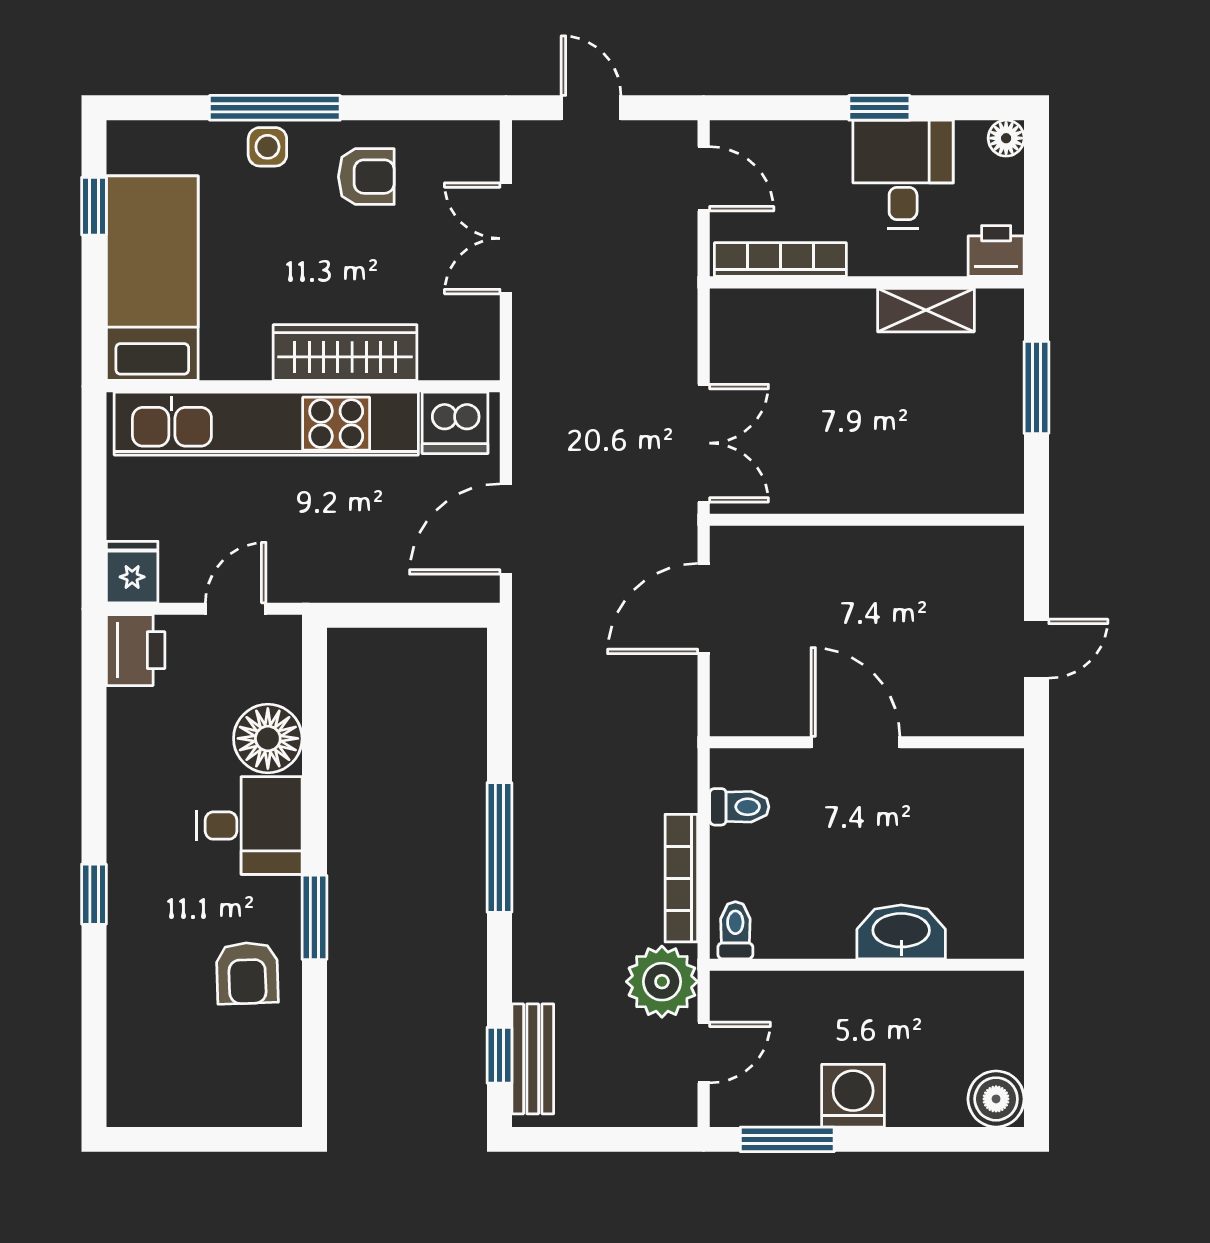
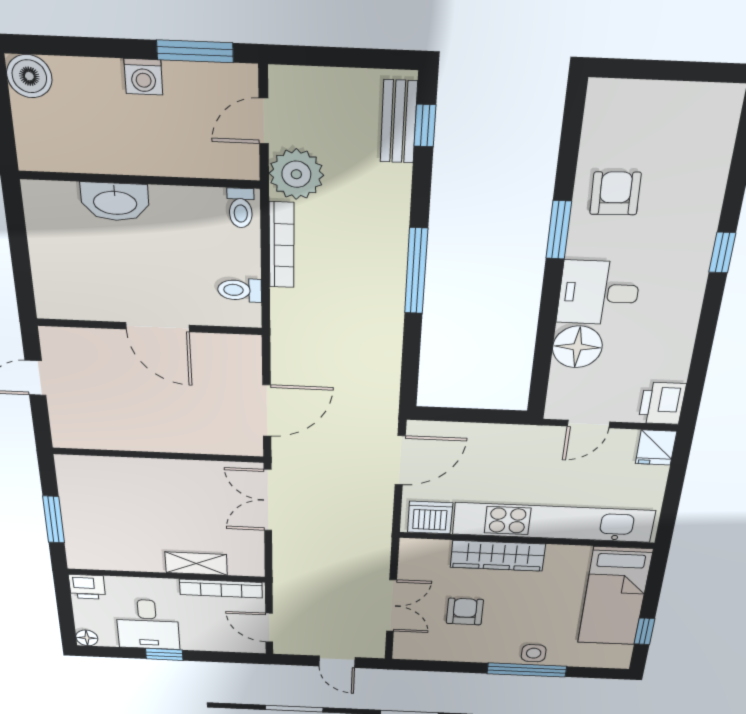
armchair: (366, 177) -> (465, 612), moved, turned 90
shelving: (926, 310) -> (196, 564), moved
washing machine: (853, 1096) -> (143, 77), width x0.73, depth x0.73

